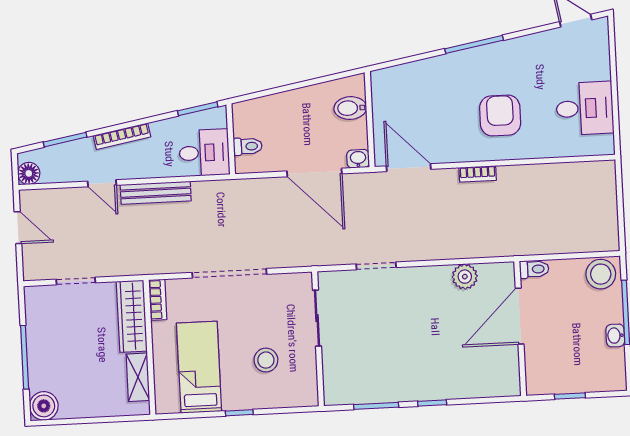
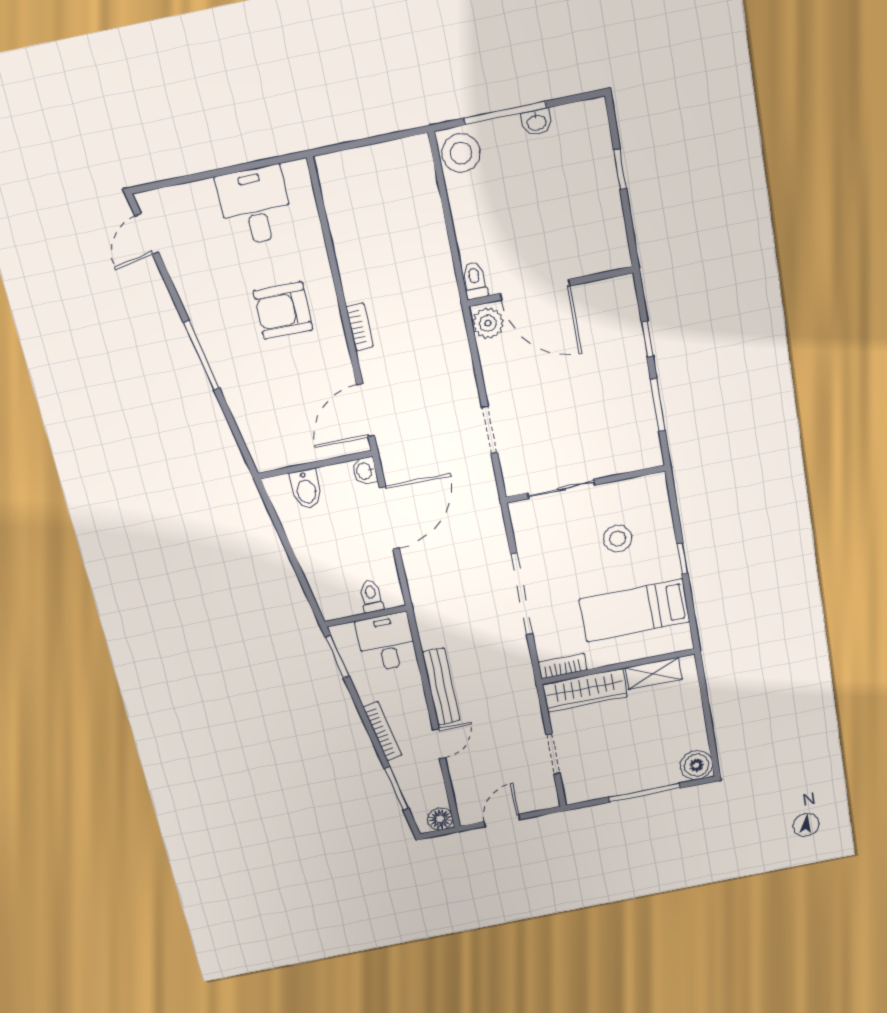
toilet: (534, 269) -> (475, 281), moved
door: (520, 316) -> (535, 290), moved
wall: (520, 329) -> (550, 287), moved

